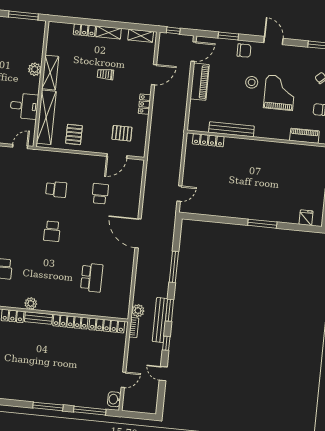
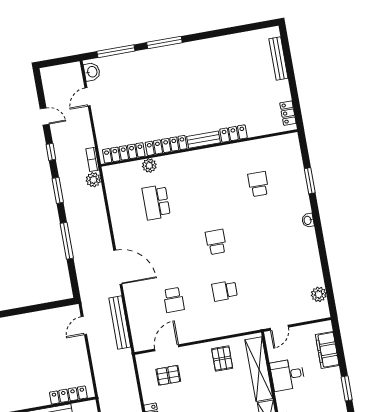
plant: (31, 303) -> (149, 165), moved
bench: (160, 320) -> (120, 323), moved

